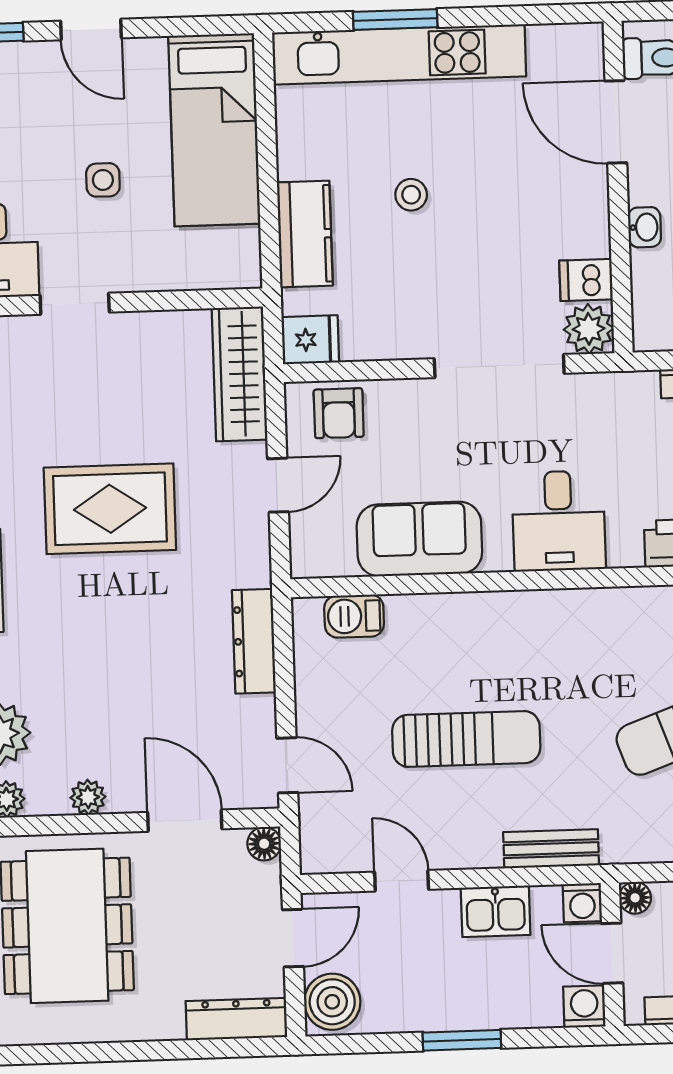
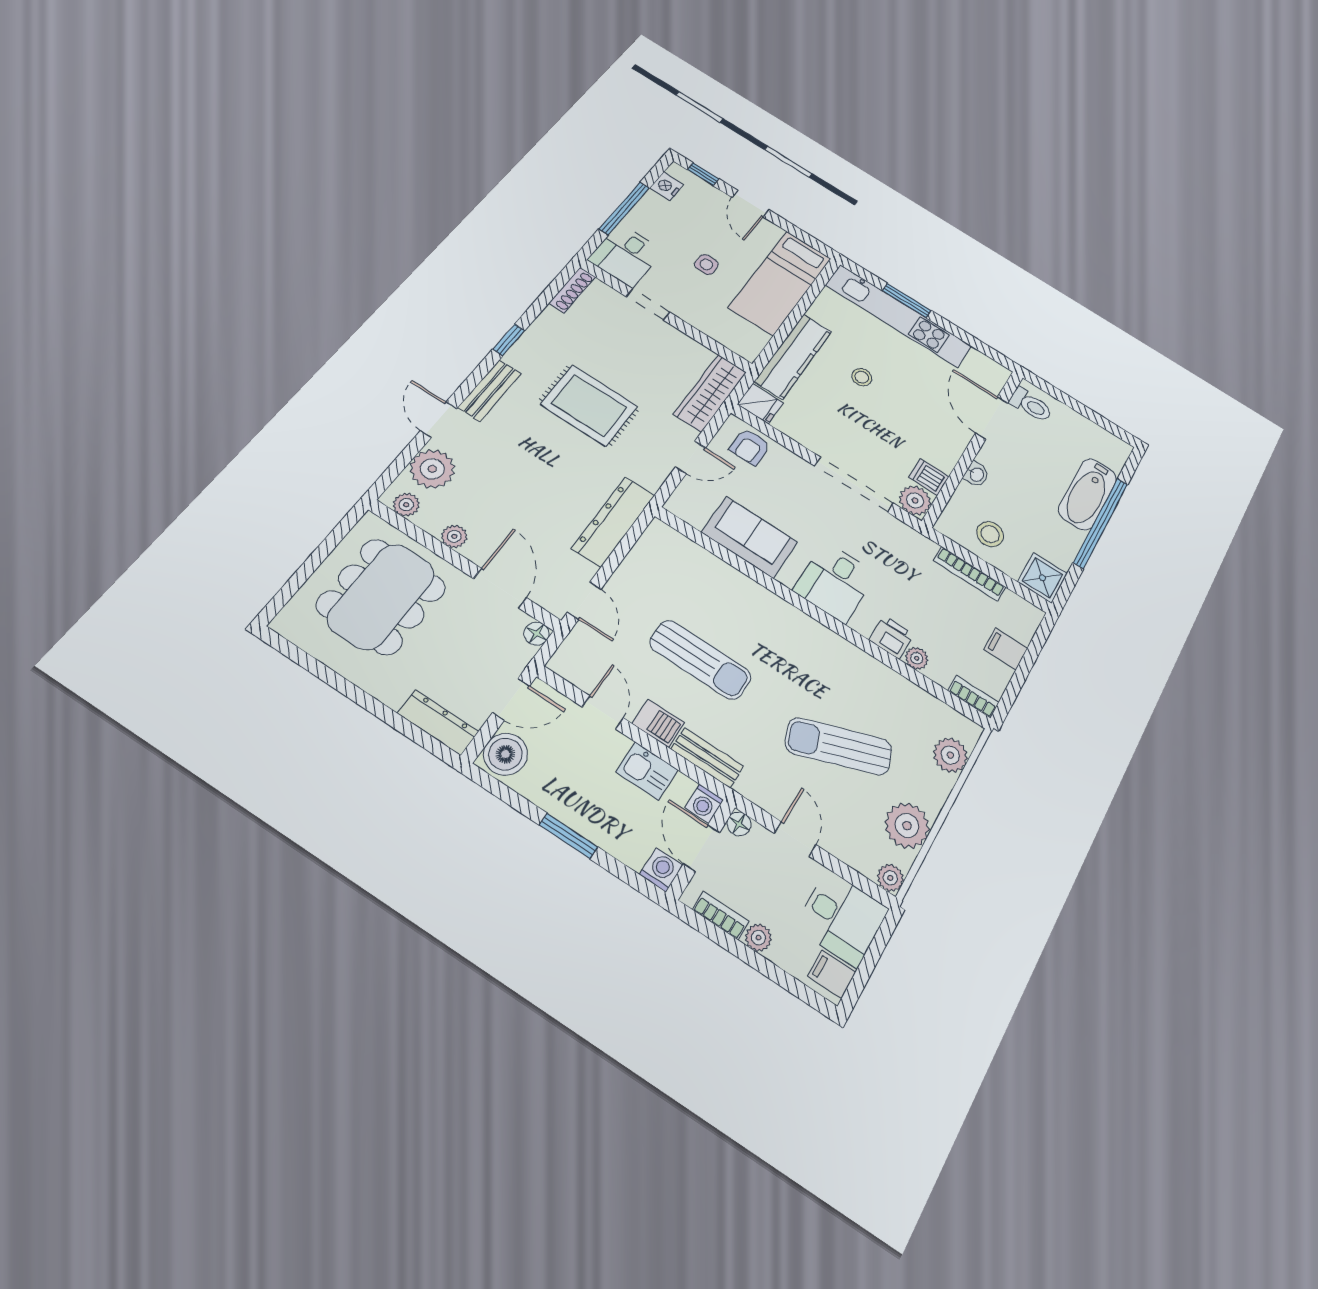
kitchen counter: (305, 234) -> (793, 356), width x1.50
barbecue: (354, 616) -> (658, 723), moved, turned 180
dresser: (254, 641) -> (613, 522), width x1.37, depth x1.24

